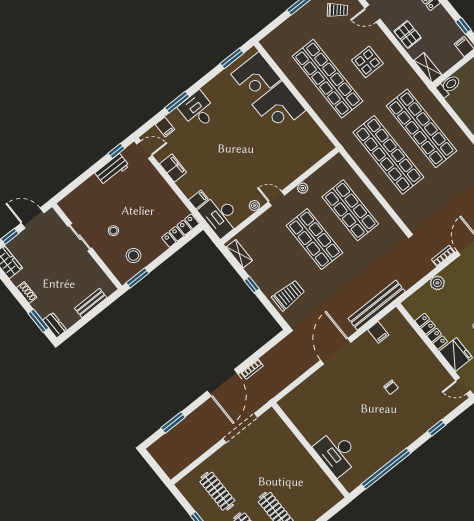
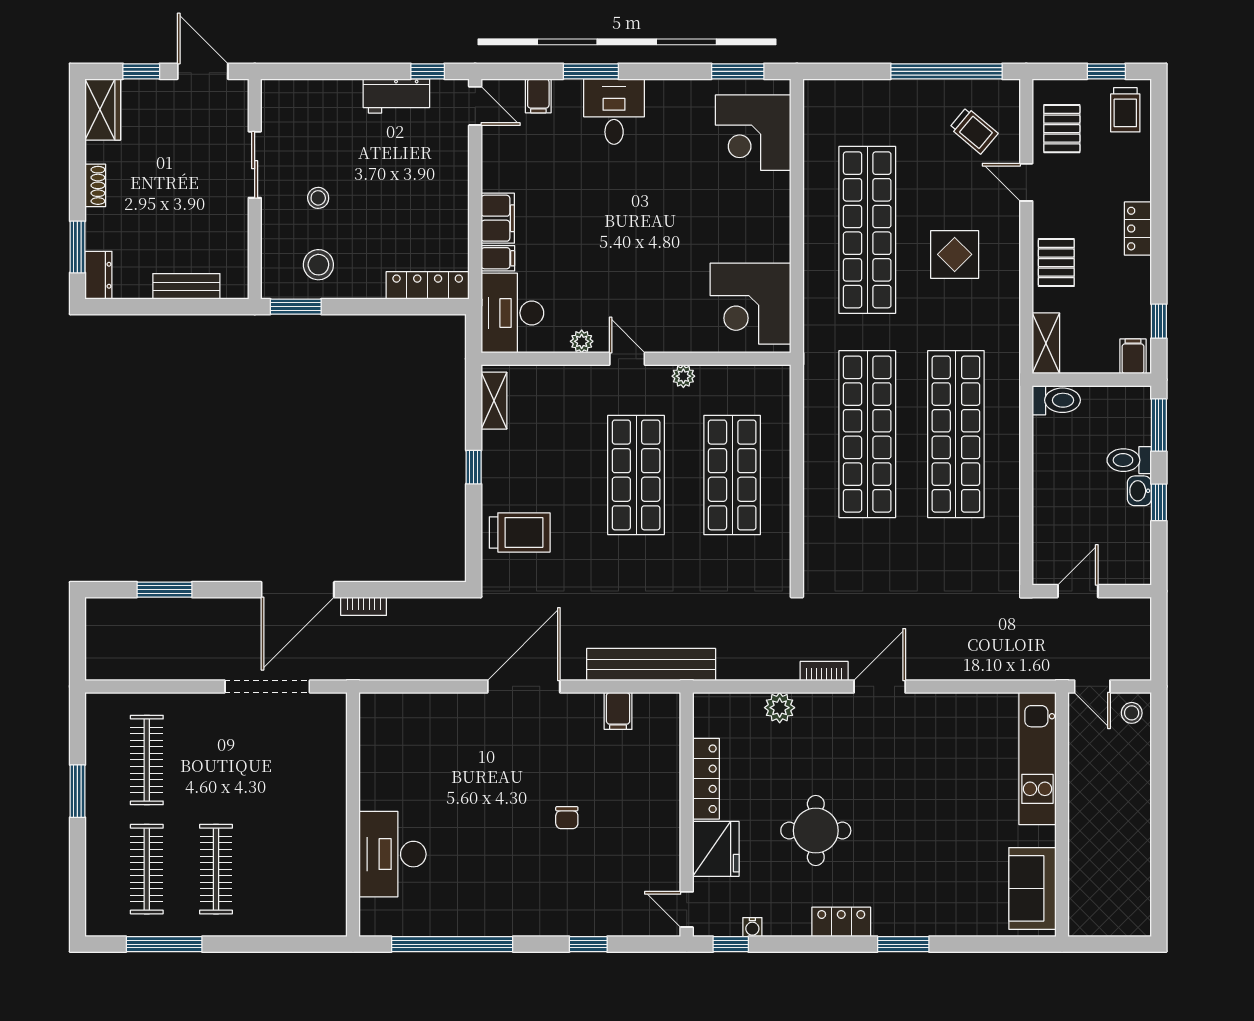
corner desk: (279, 107) -> (751, 304), moved
filing cabinet: (173, 168) -> (498, 218), moved

